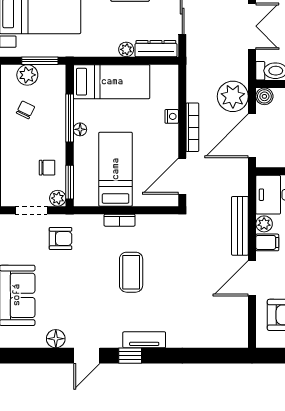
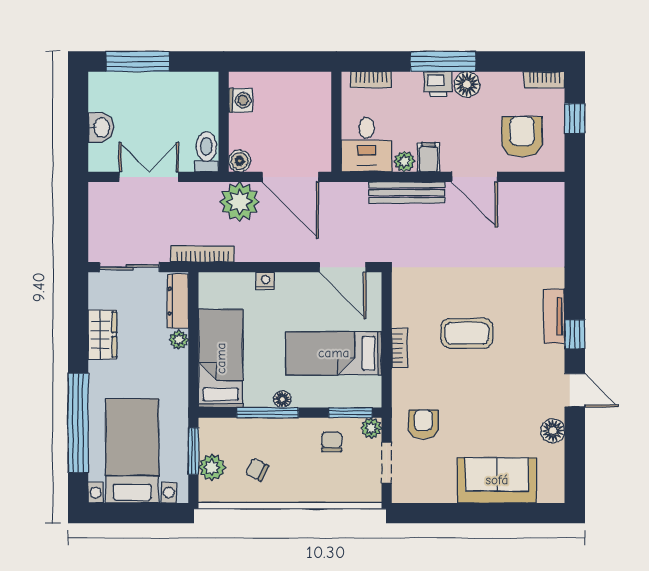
bookcase: (192, 127) -> (203, 254), moved

